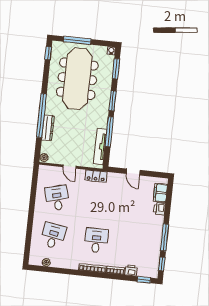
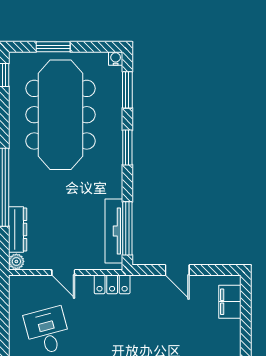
window: (77, 40) -> (53, 47), width x0.69
dresser: (48, 128) -> (18, 229), moved
window: (109, 132) -> (127, 228), moved
printer: (159, 209) -> (231, 331), removed

